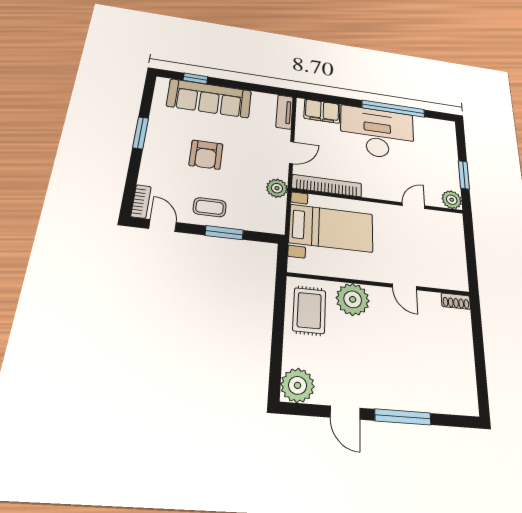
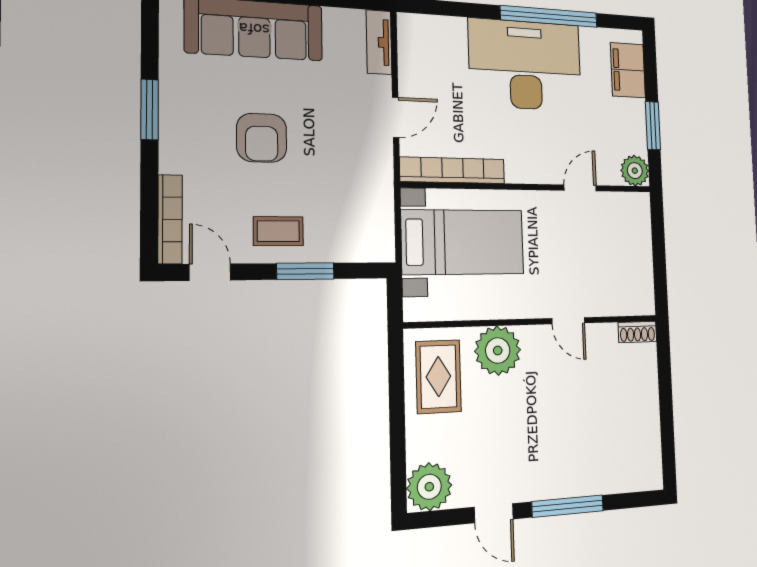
filing cabinet: (322, 111) -> (628, 70), moved, turned 90
plant: (277, 188) -> (378, 184), removed
bookcase: (141, 201) -> (170, 219), width x1.56

